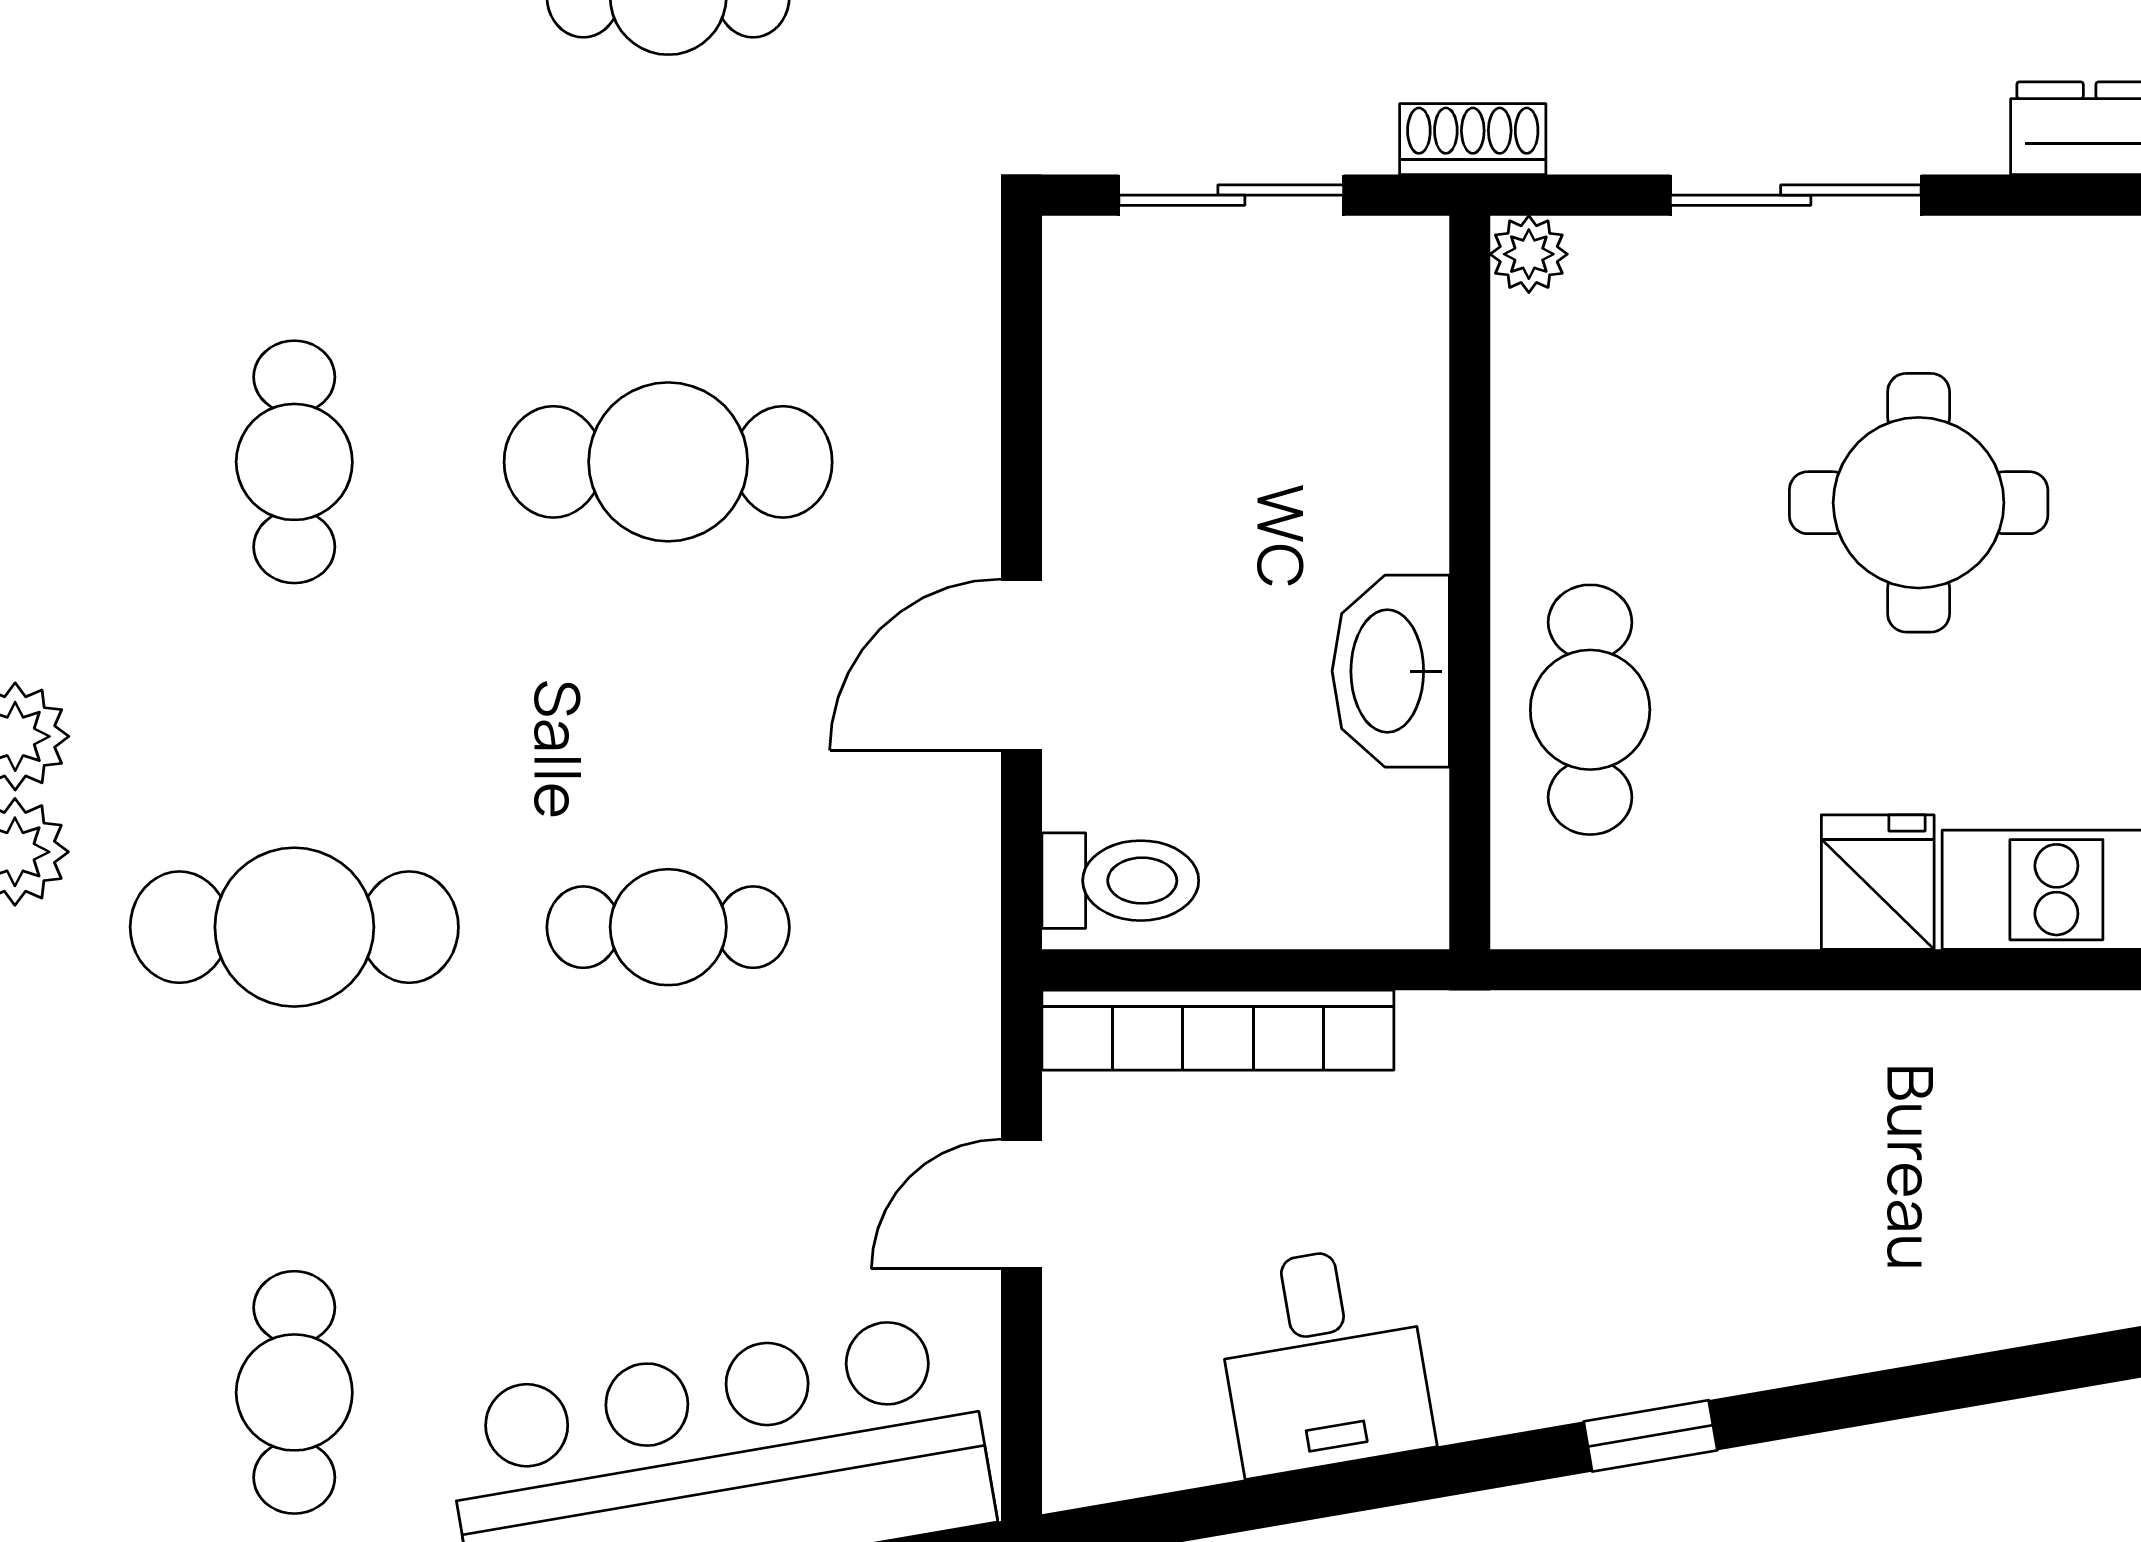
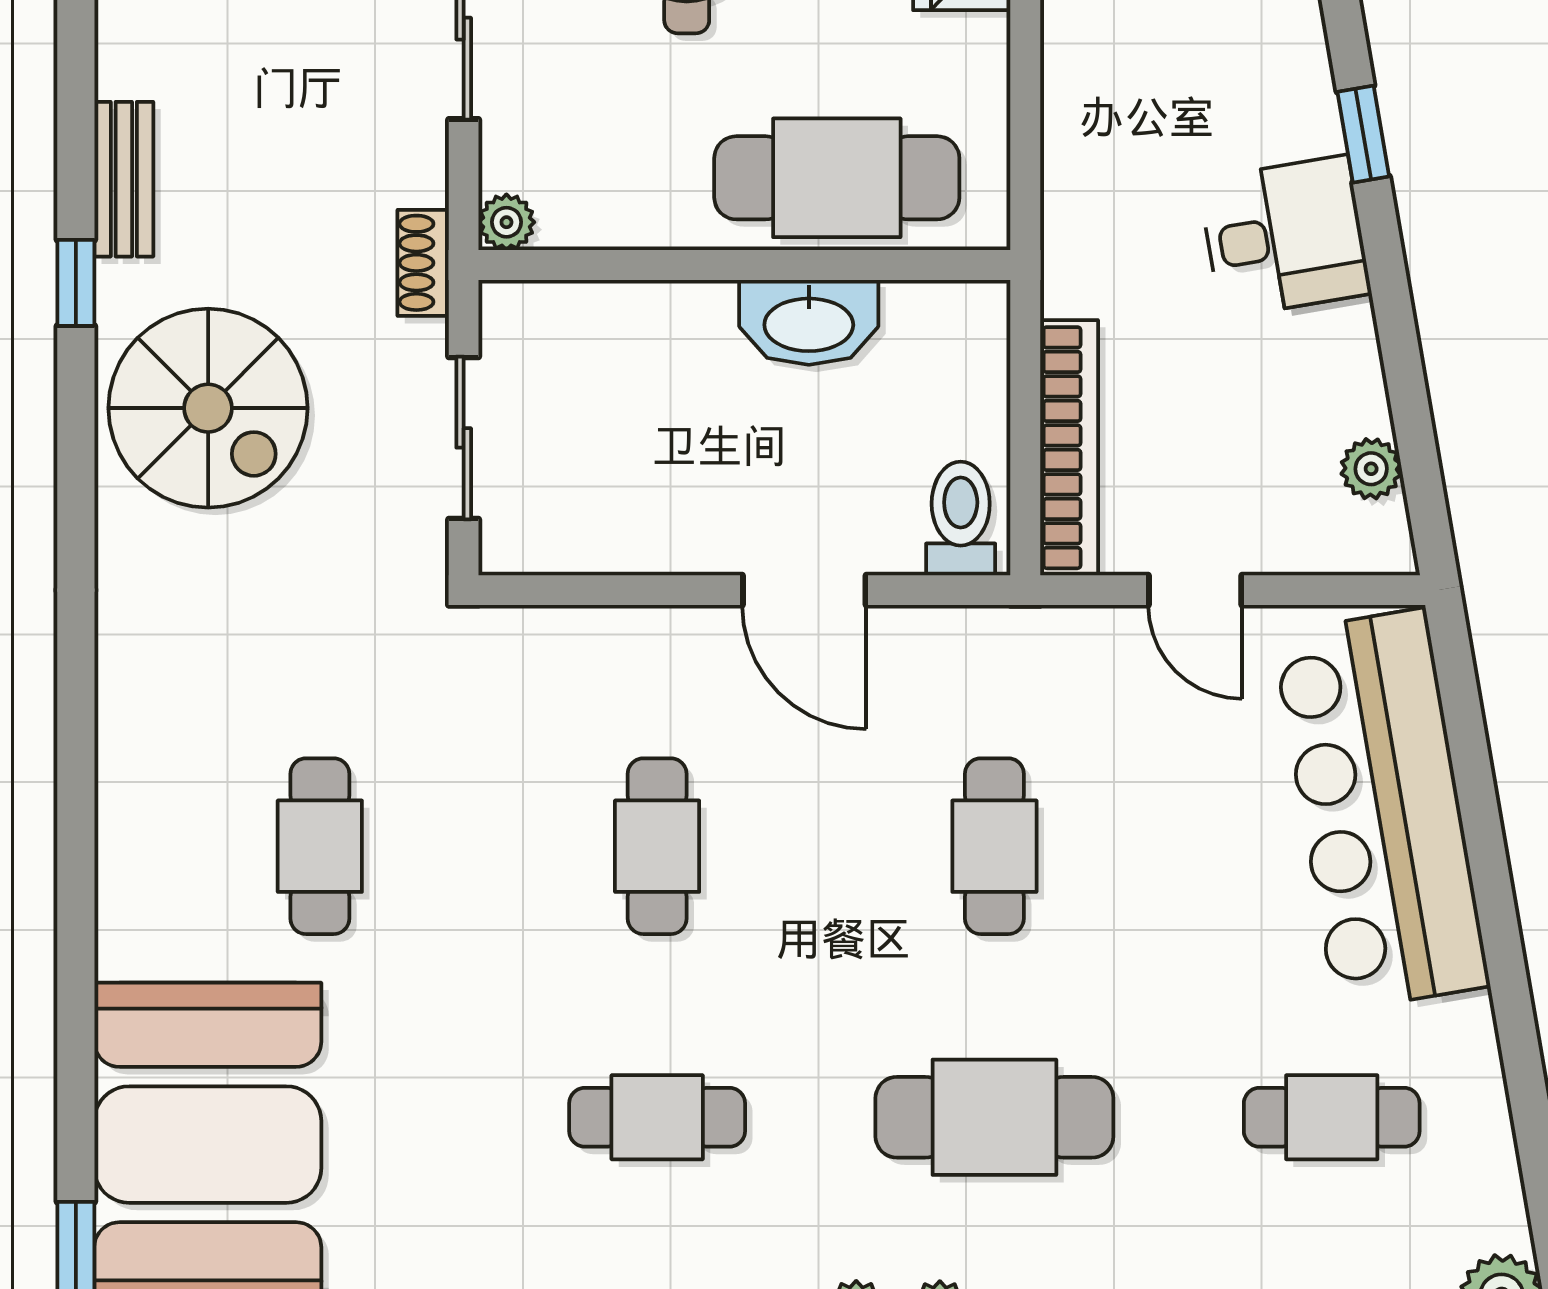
cafe table: (668, 462) -> (657, 846), width x0.73, depth x0.74
cafe table: (1590, 710) -> (837, 178), width x1.37, depth x1.35
cafe table: (294, 927) -> (994, 1117), turned 90
desk: (1323, 1359) -> (1285, 237), moved
plant: (1189, 1447) -> (1371, 469), added

